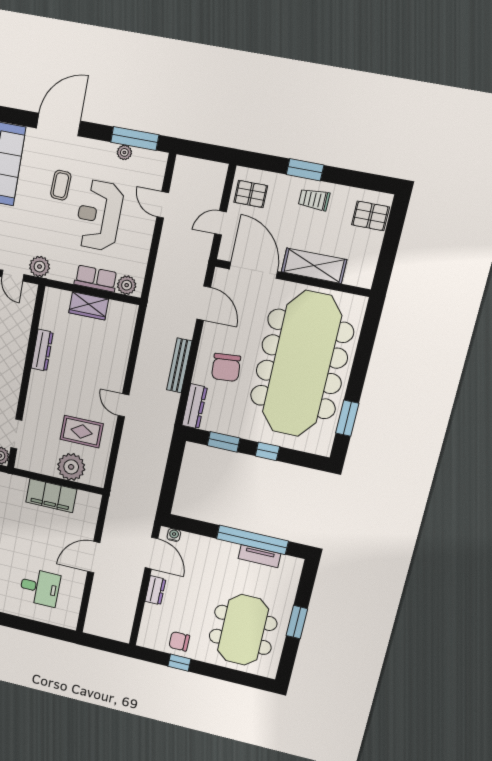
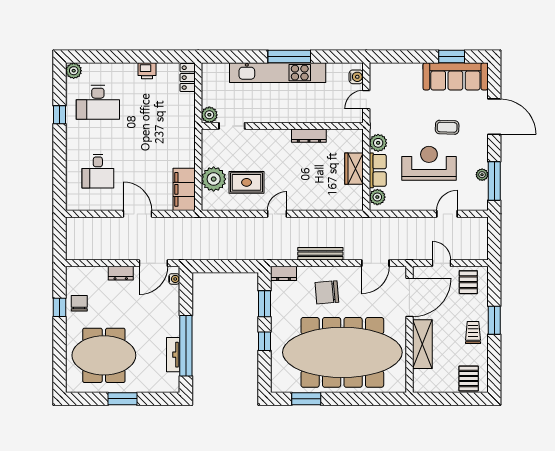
plant: (40, 267) -> (378, 143), moved
dresser: (195, 406) -> (283, 273), width x0.70
rug: (82, 432) -> (247, 182), turned 90
filing cabinet: (51, 496) -> (184, 189), moved

